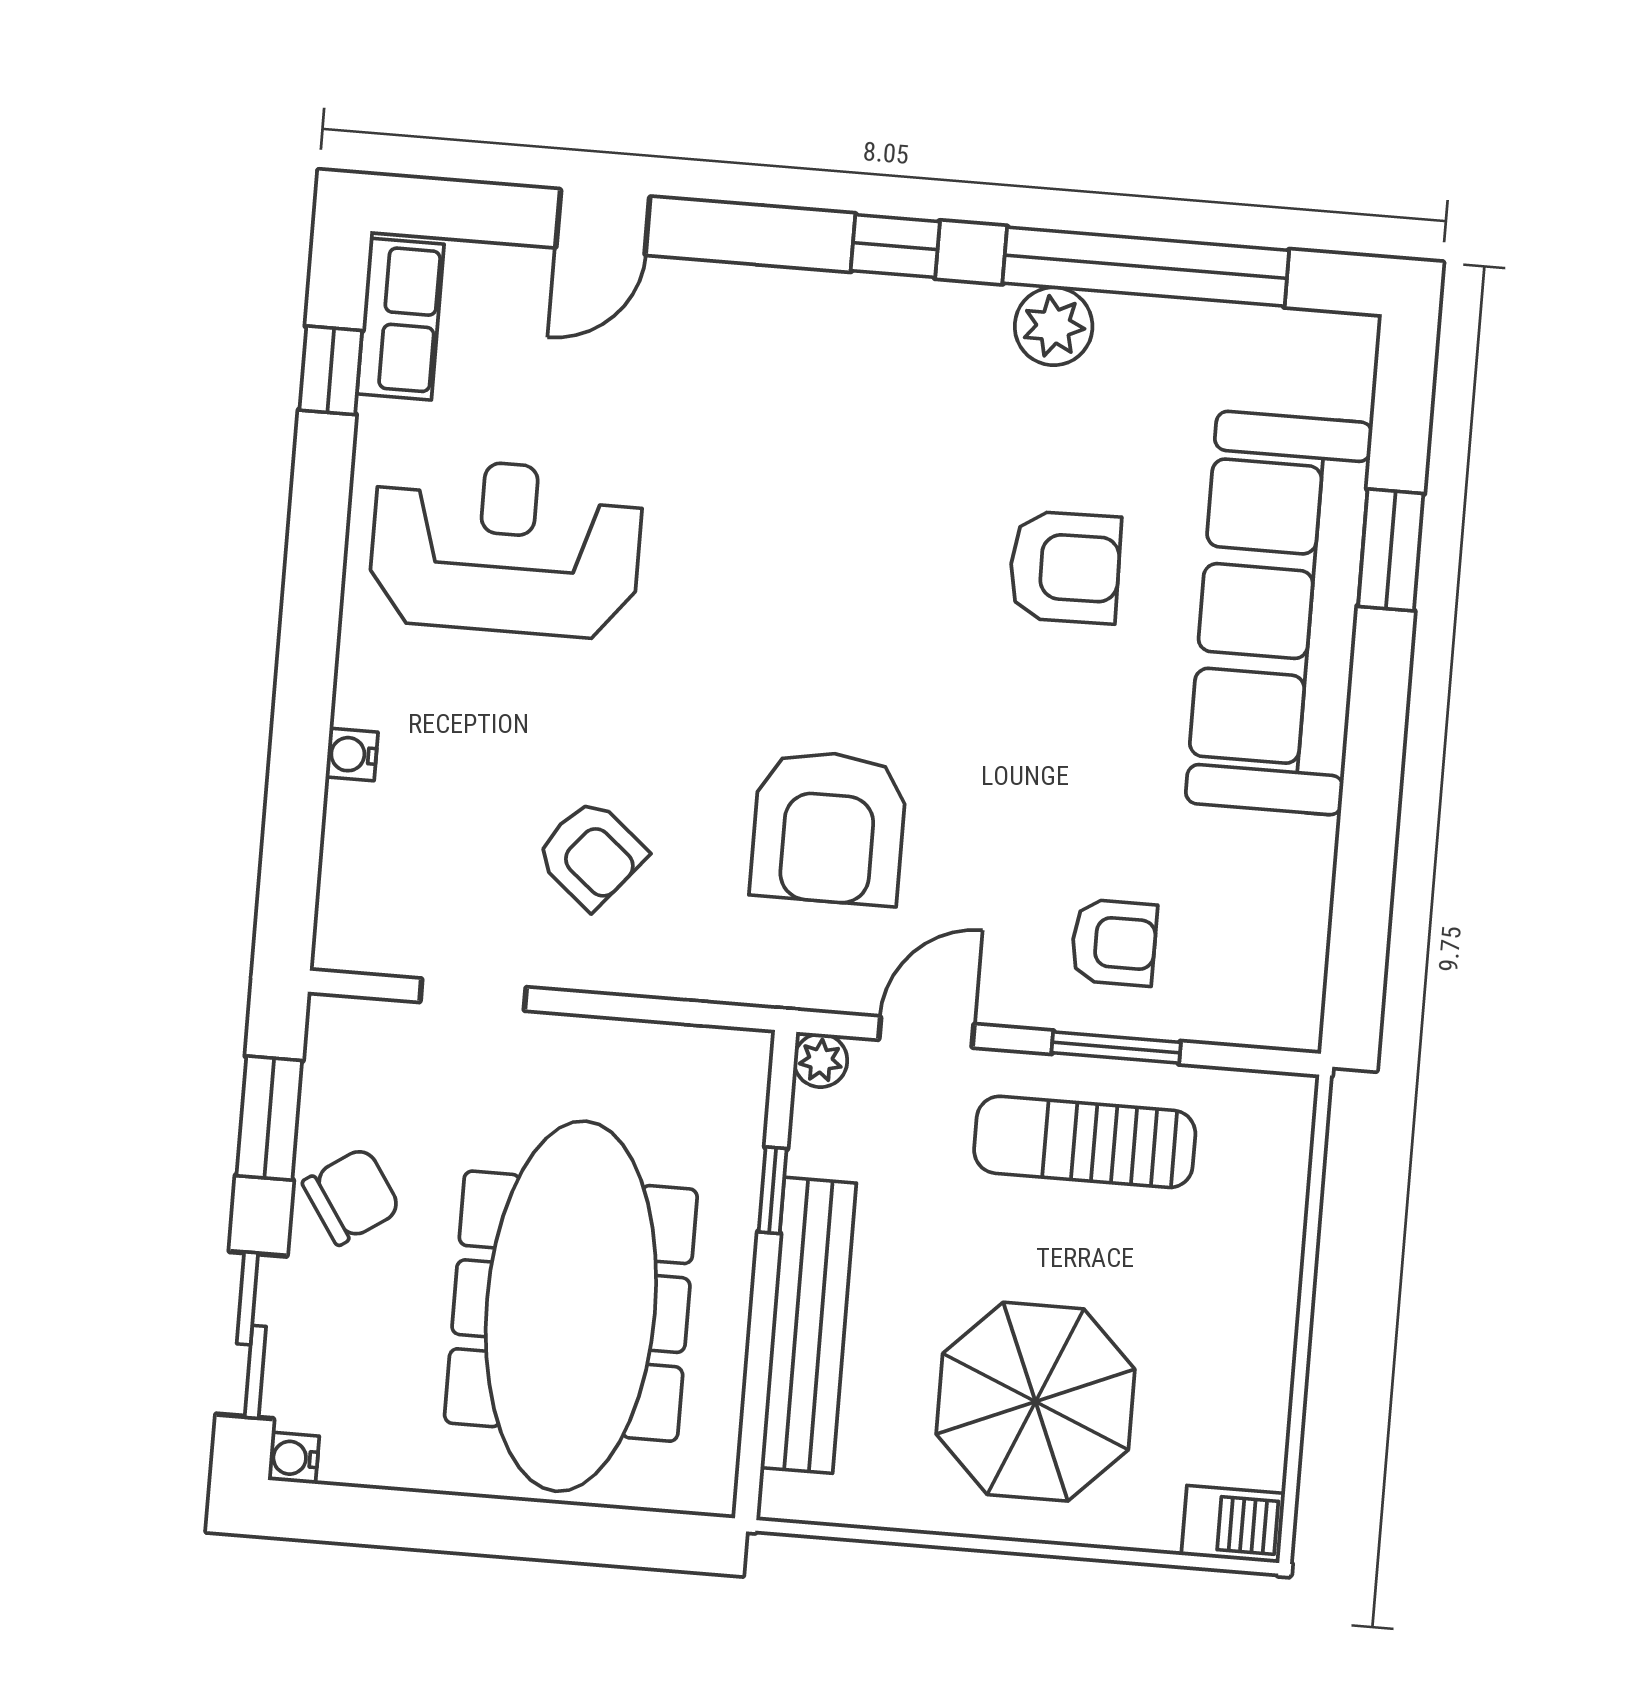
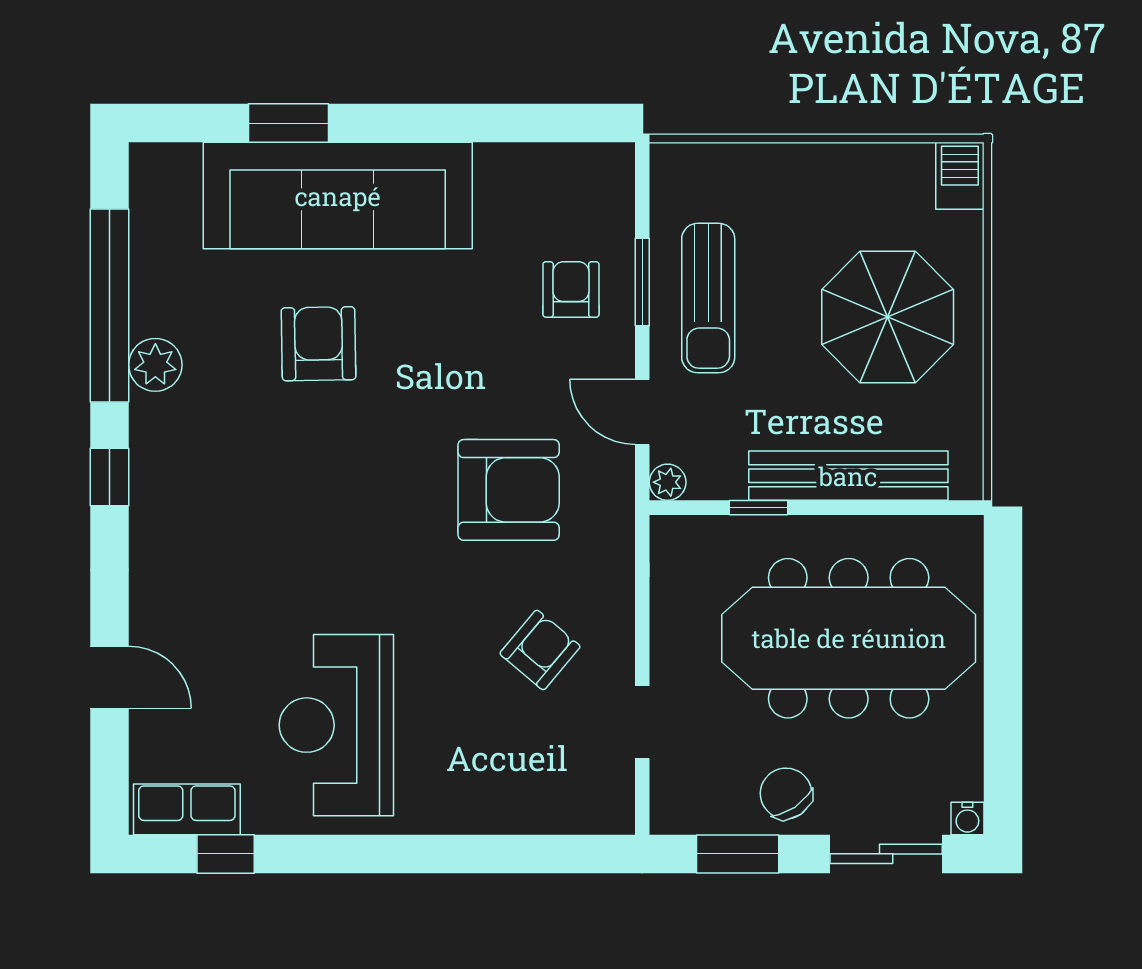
water cooler: (352, 755) -> (486, 818), removed

